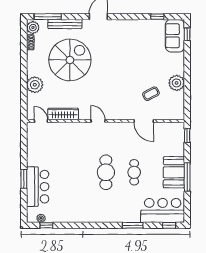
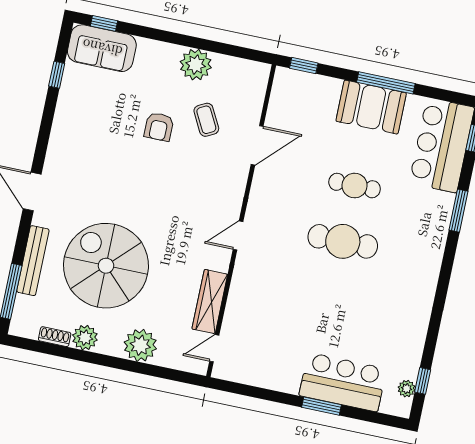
plant: (33, 28) -> (85, 338), moved
armchair: (143, 71) -> (159, 127), added

